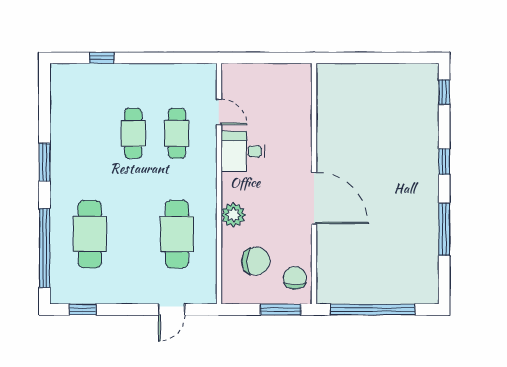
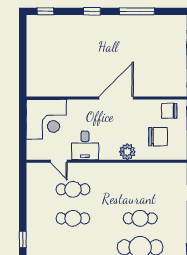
corner desk: (282, 93) -> (46, 119), added
door: (219, 112) -> (59, 161), swing flipped
cafe table: (177, 234) -> (140, 218), moved, width x0.73, depth x0.74
chair: (256, 261) -> (158, 137), turned 90

